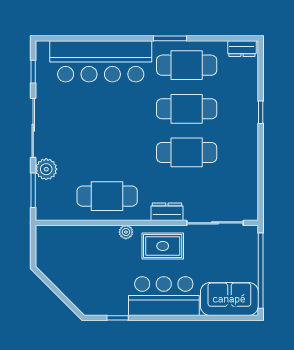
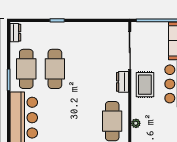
cafe table: (187, 152) -> (84, 69), removed
plant: (126, 232) -> (136, 123), moved

